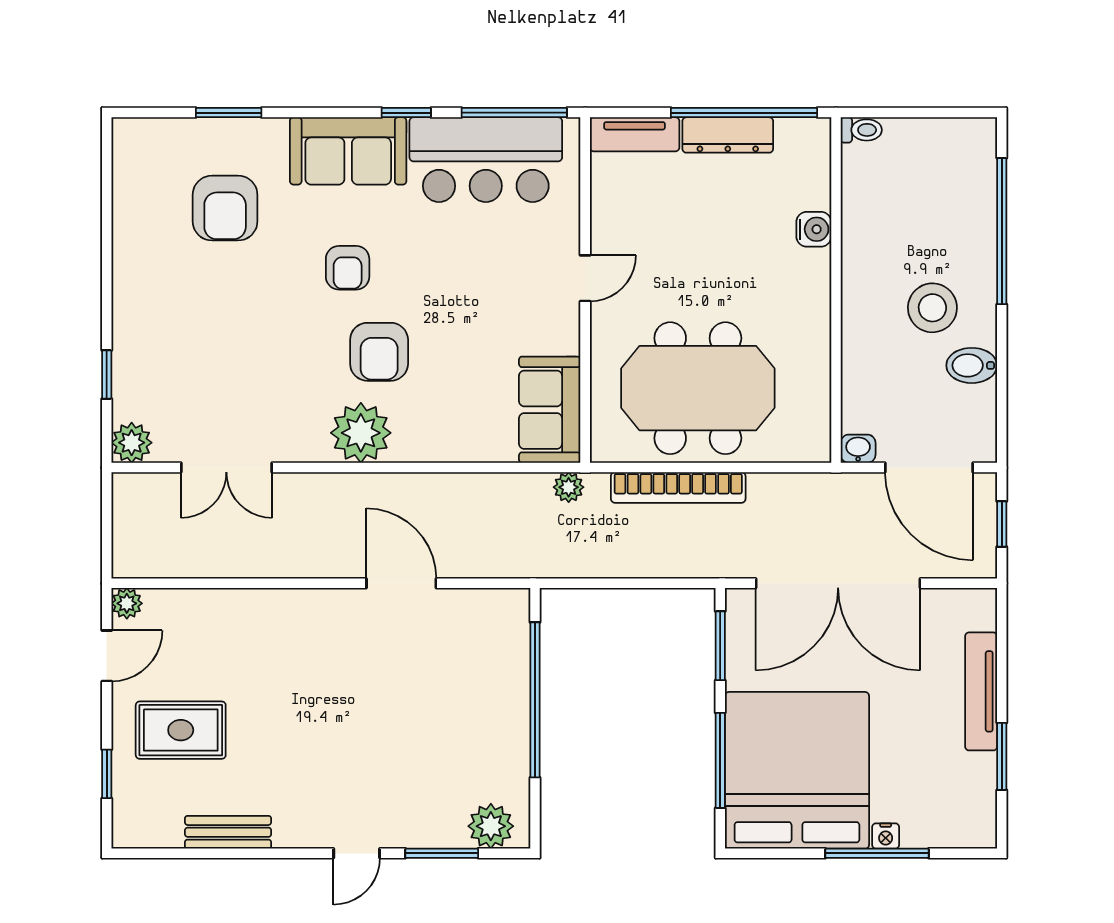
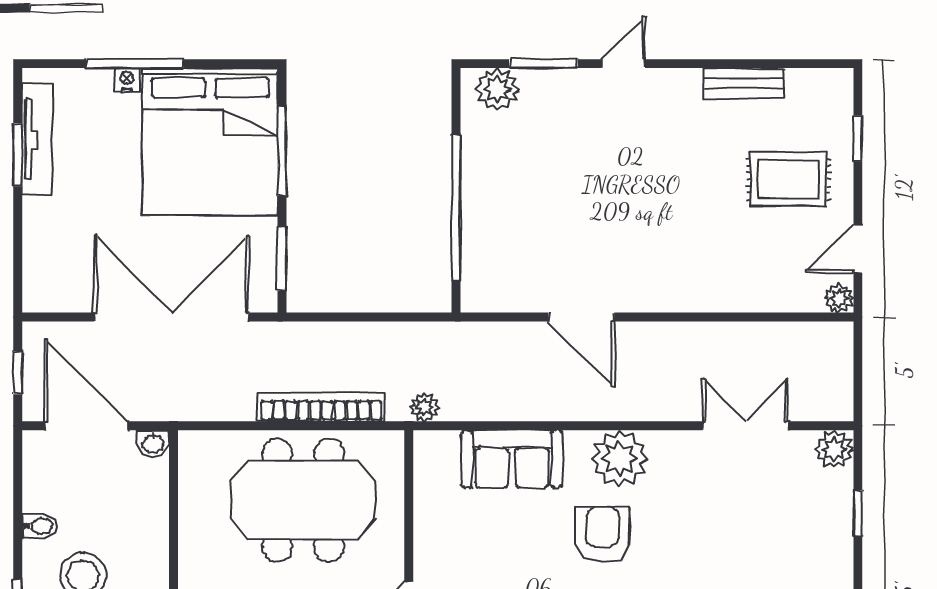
bidet: (972, 365) -> (40, 526), width x0.72, depth x0.74
sofa: (550, 410) -> (512, 459), moved, turned 90
tv unit: (981, 691) -> (37, 139), moved

